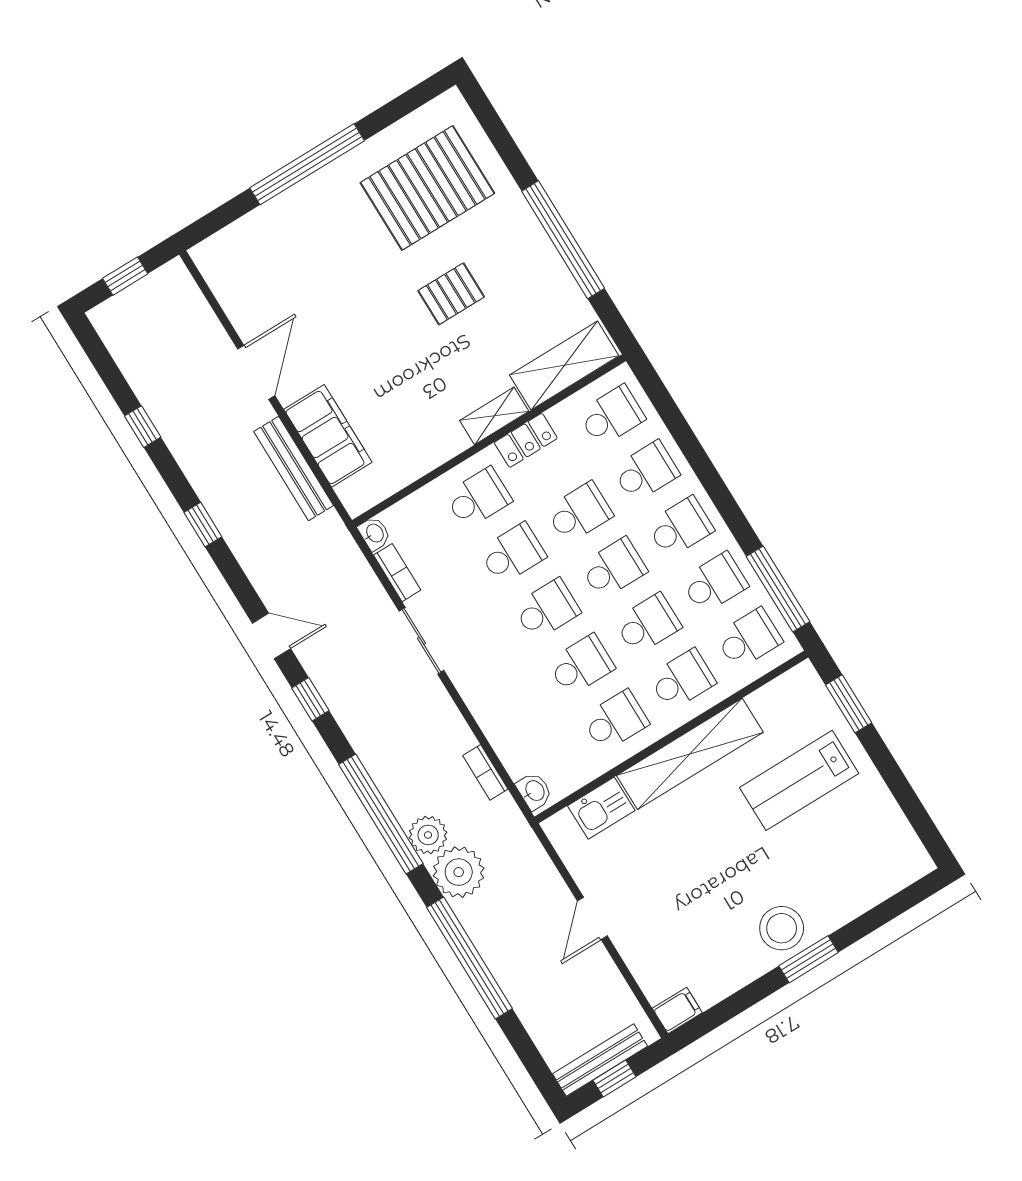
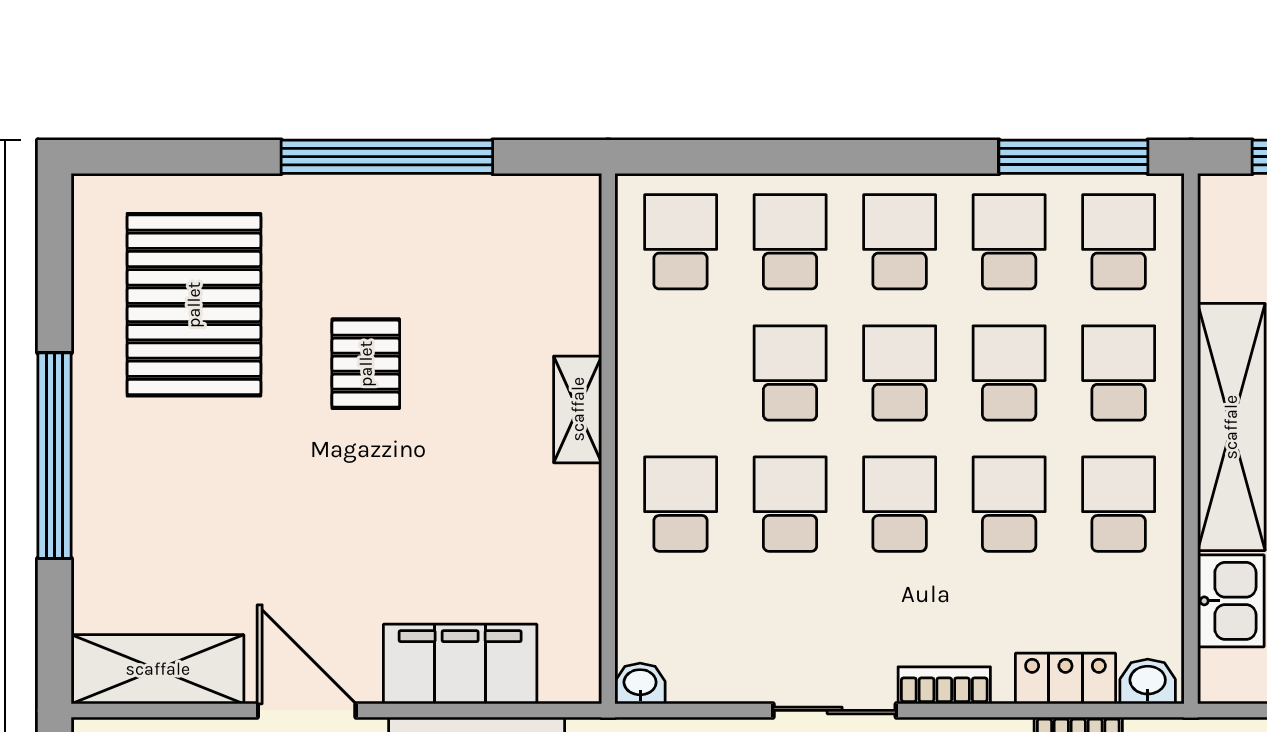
shelving: (564, 365) -> (158, 669), moved, turned 90
locker: (526, 440) -> (1065, 678), moved, turned -90
bookcase: (397, 573) -> (944, 685), moved

